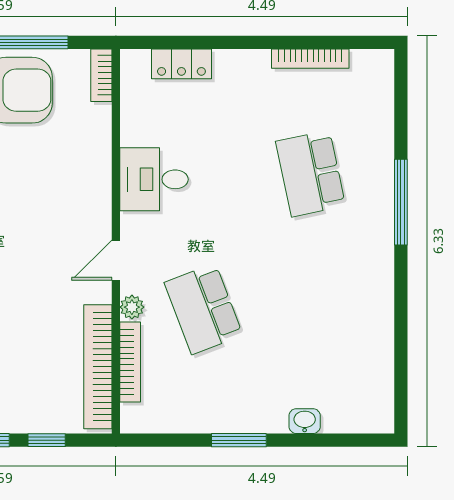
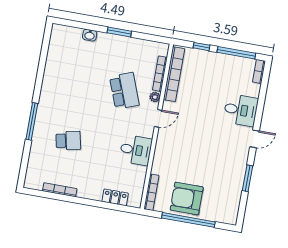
bookcase: (101, 75) -> (151, 192), width x1.56
school desk: (311, 174) -> (68, 141), width x0.54

